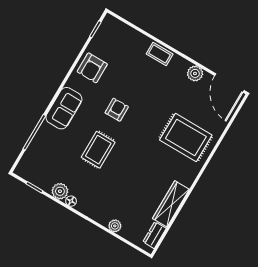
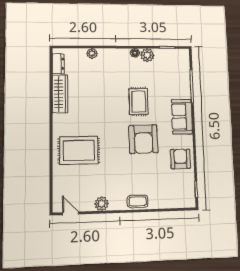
door: (229, 83) -> (70, 213), width x0.53
armchair: (117, 110) -> (143, 139), width x1.88, depth x1.88

